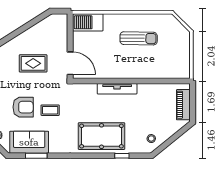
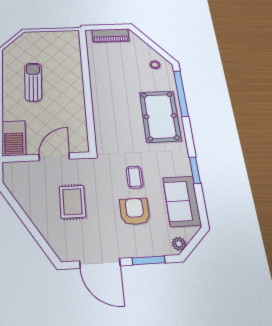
door: (70, 63) -> (54, 157), moved
tv unit: (117, 89) -> (98, 102), removed
window: (36, 156) -> (195, 170), moved
window: (122, 156) -> (181, 93), width x3.17

